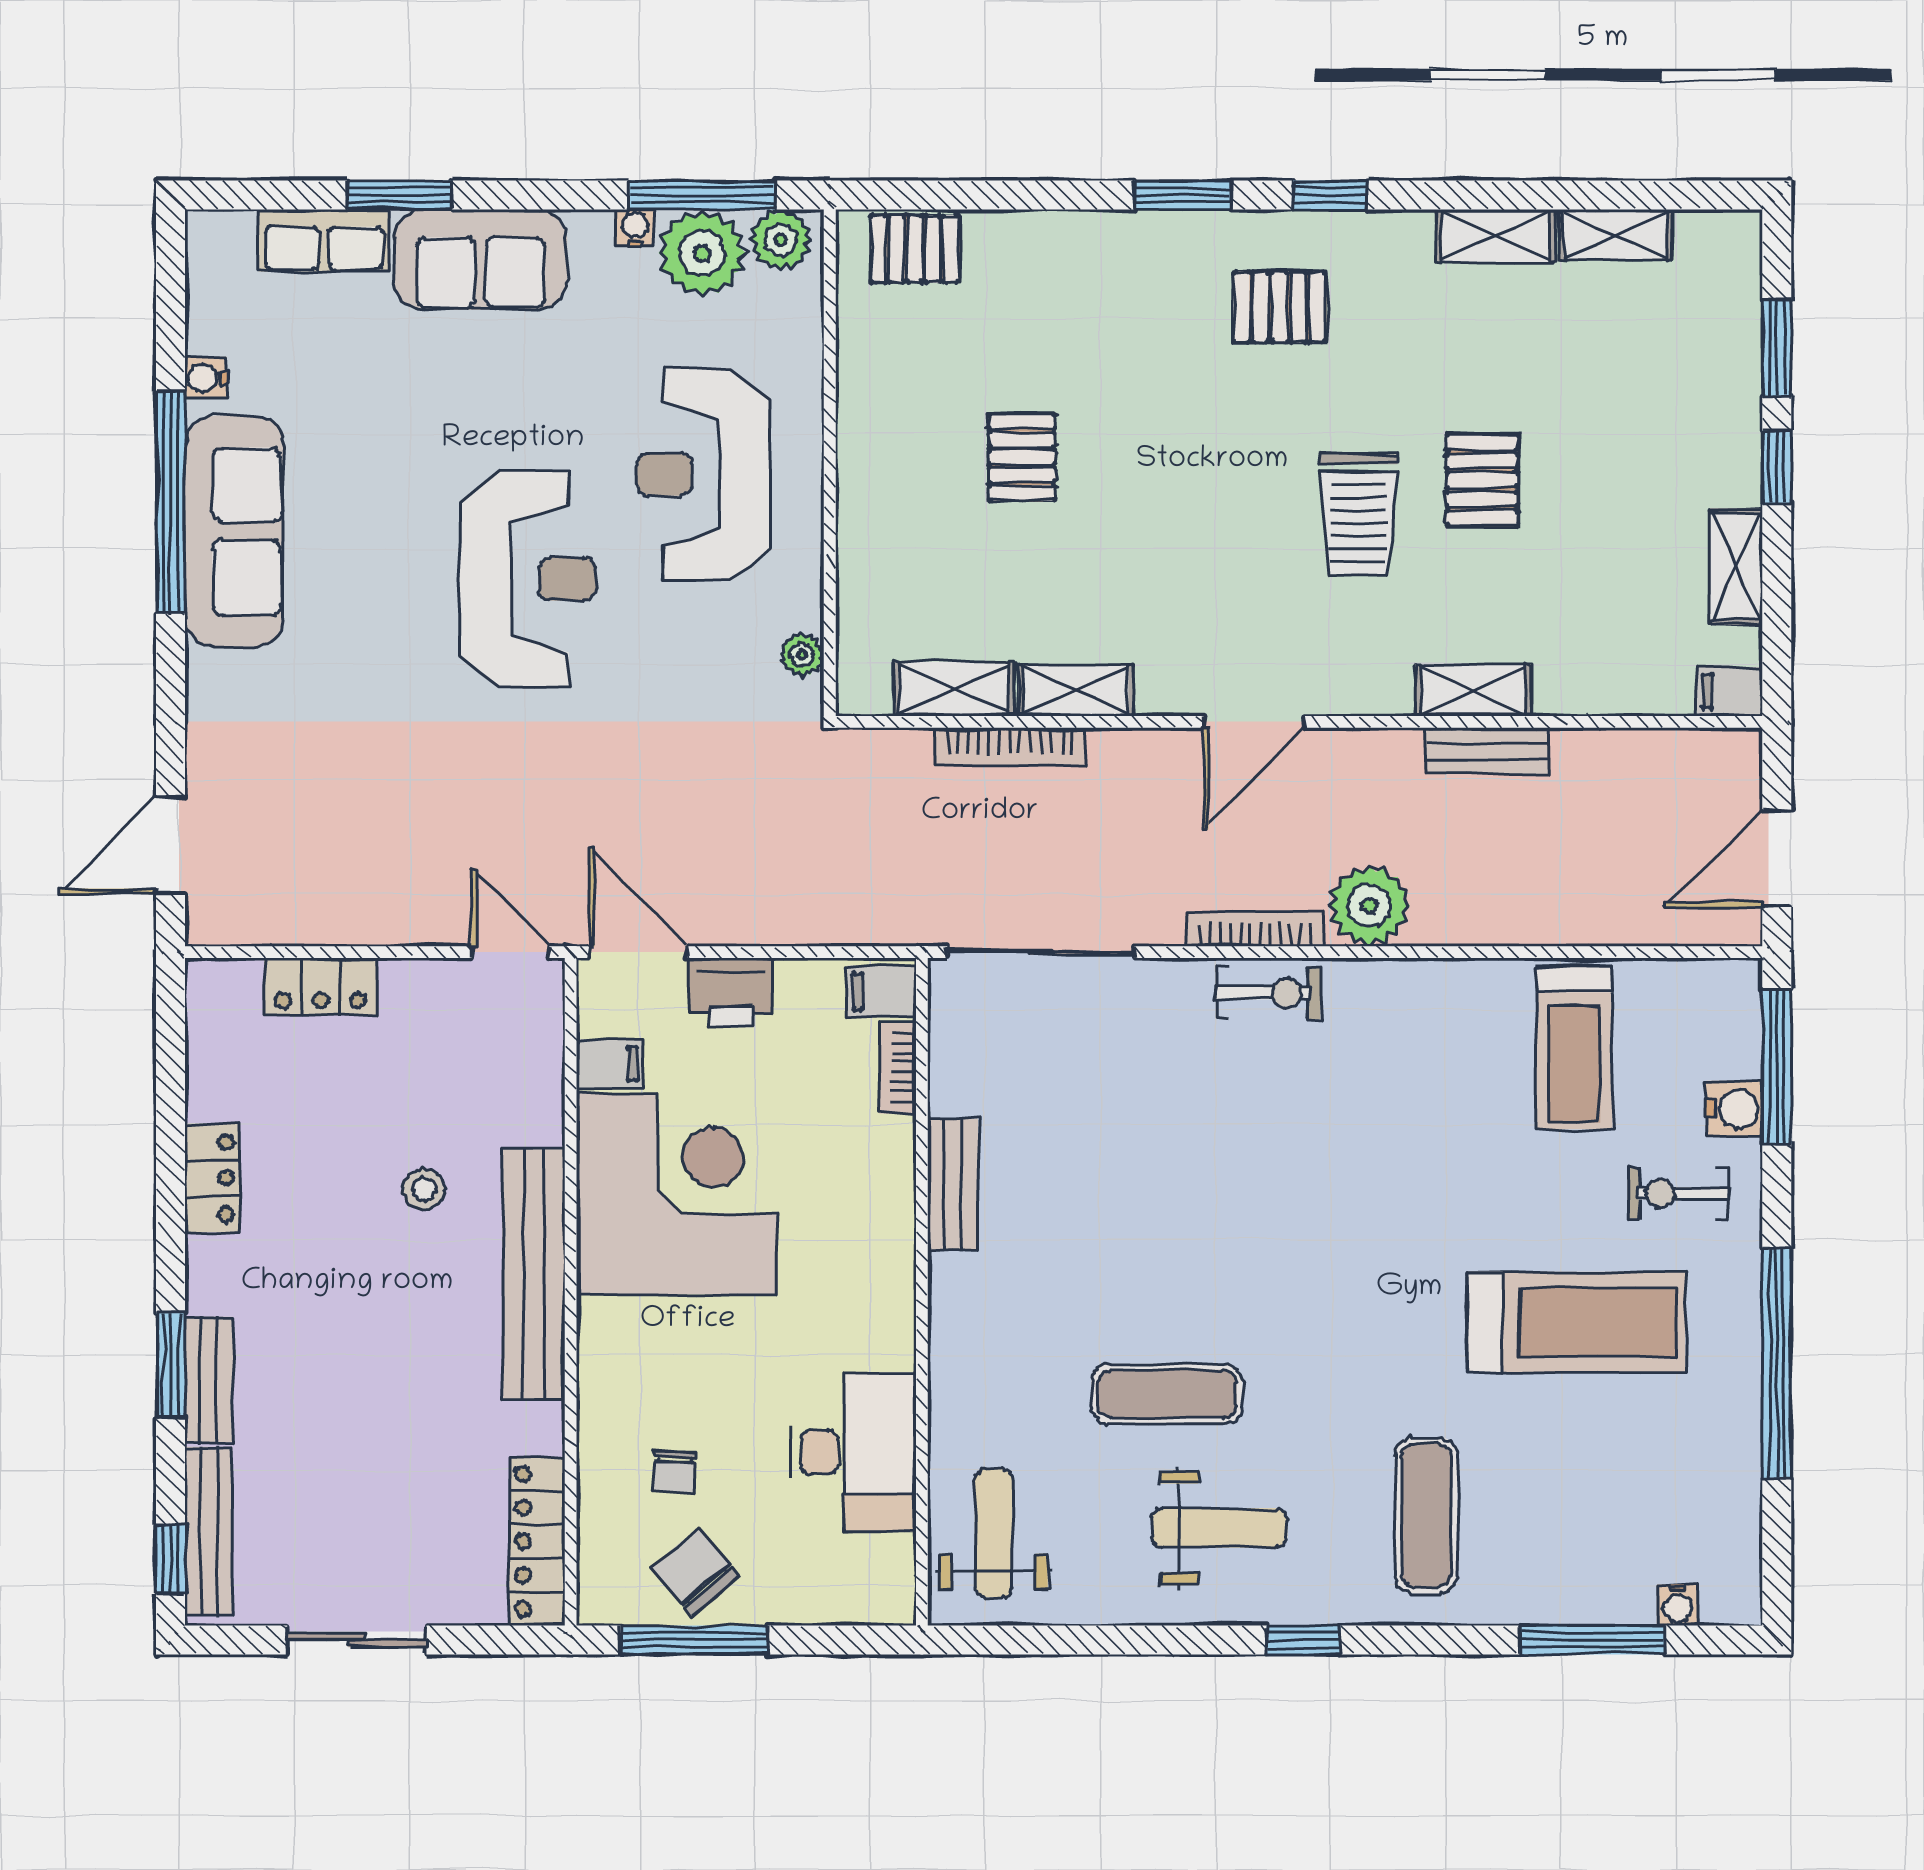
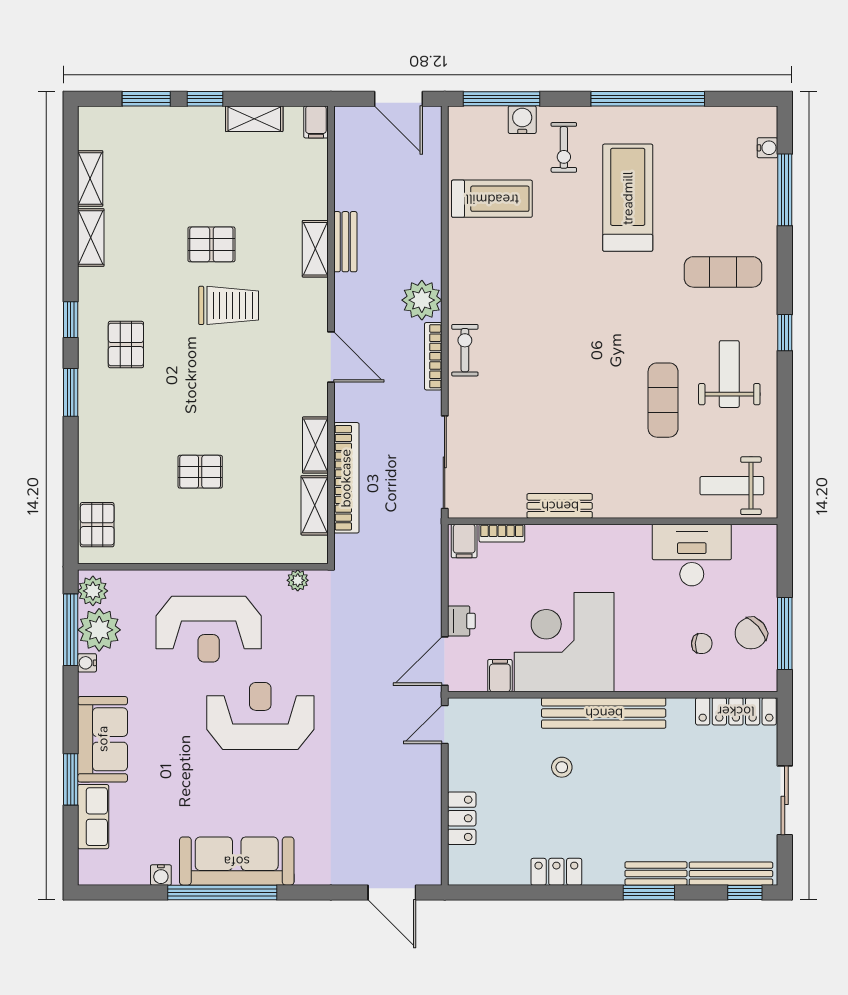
bookcase: (1010, 747) -> (346, 478), width x1.48, depth x1.31
printer: (731, 992) -> (461, 621), width x0.73, depth x0.81

